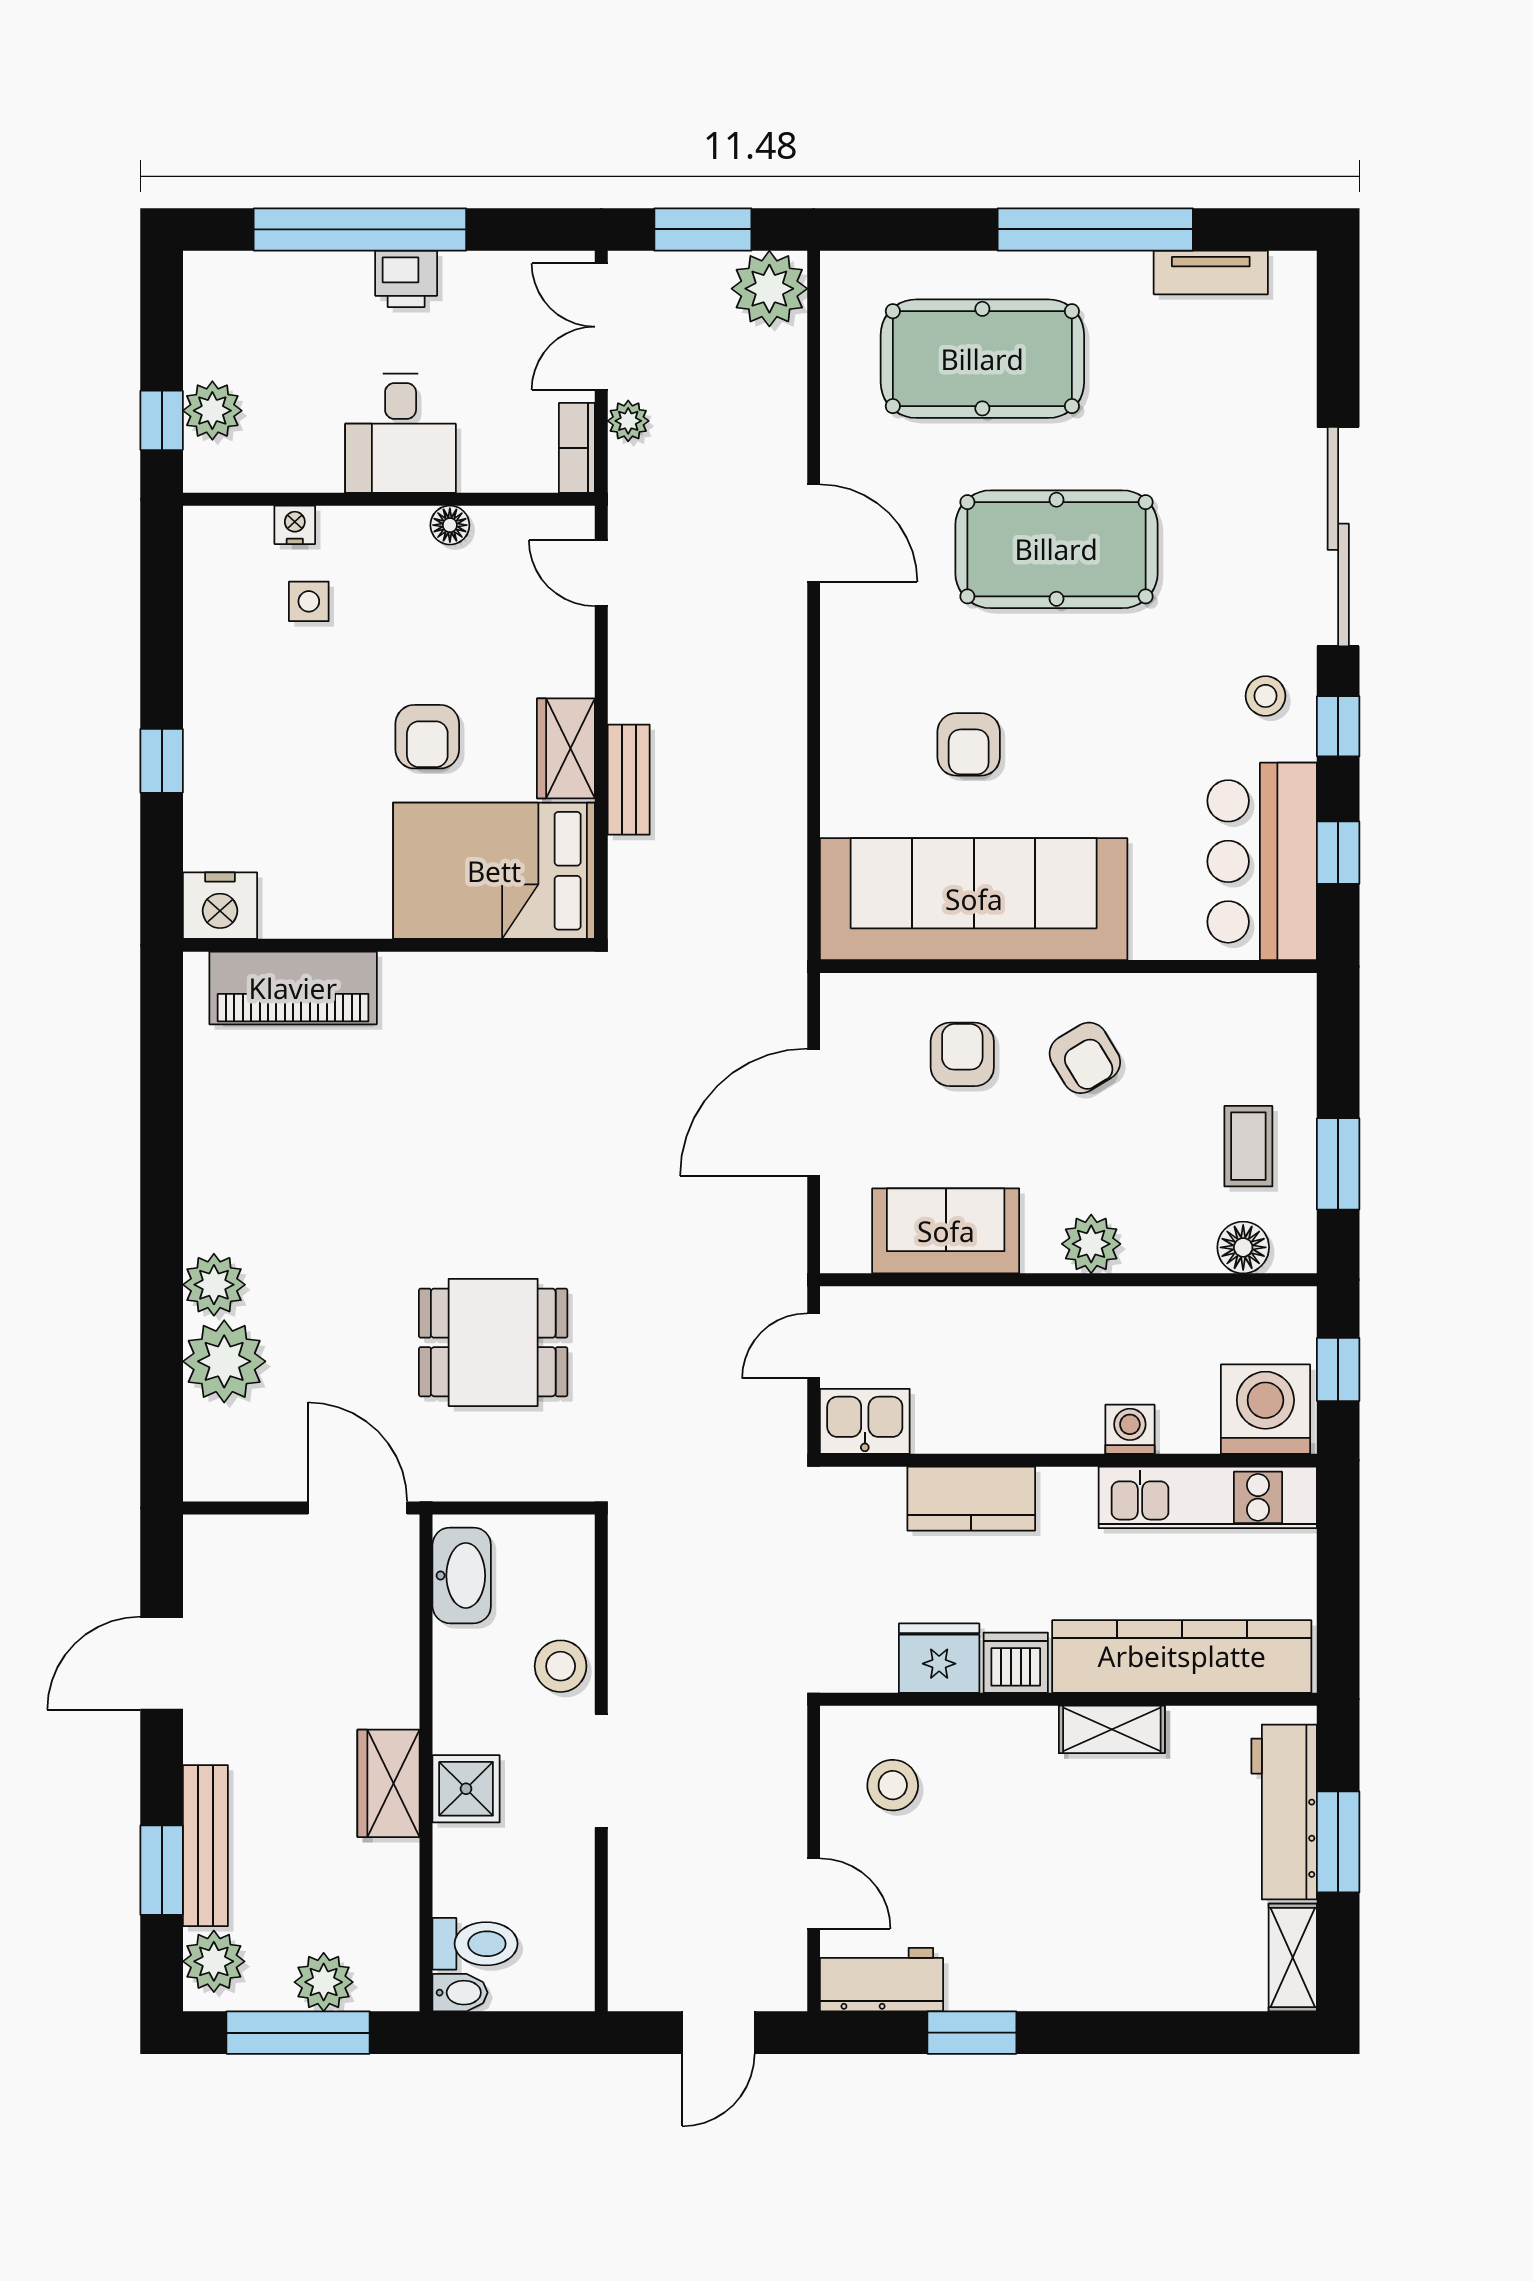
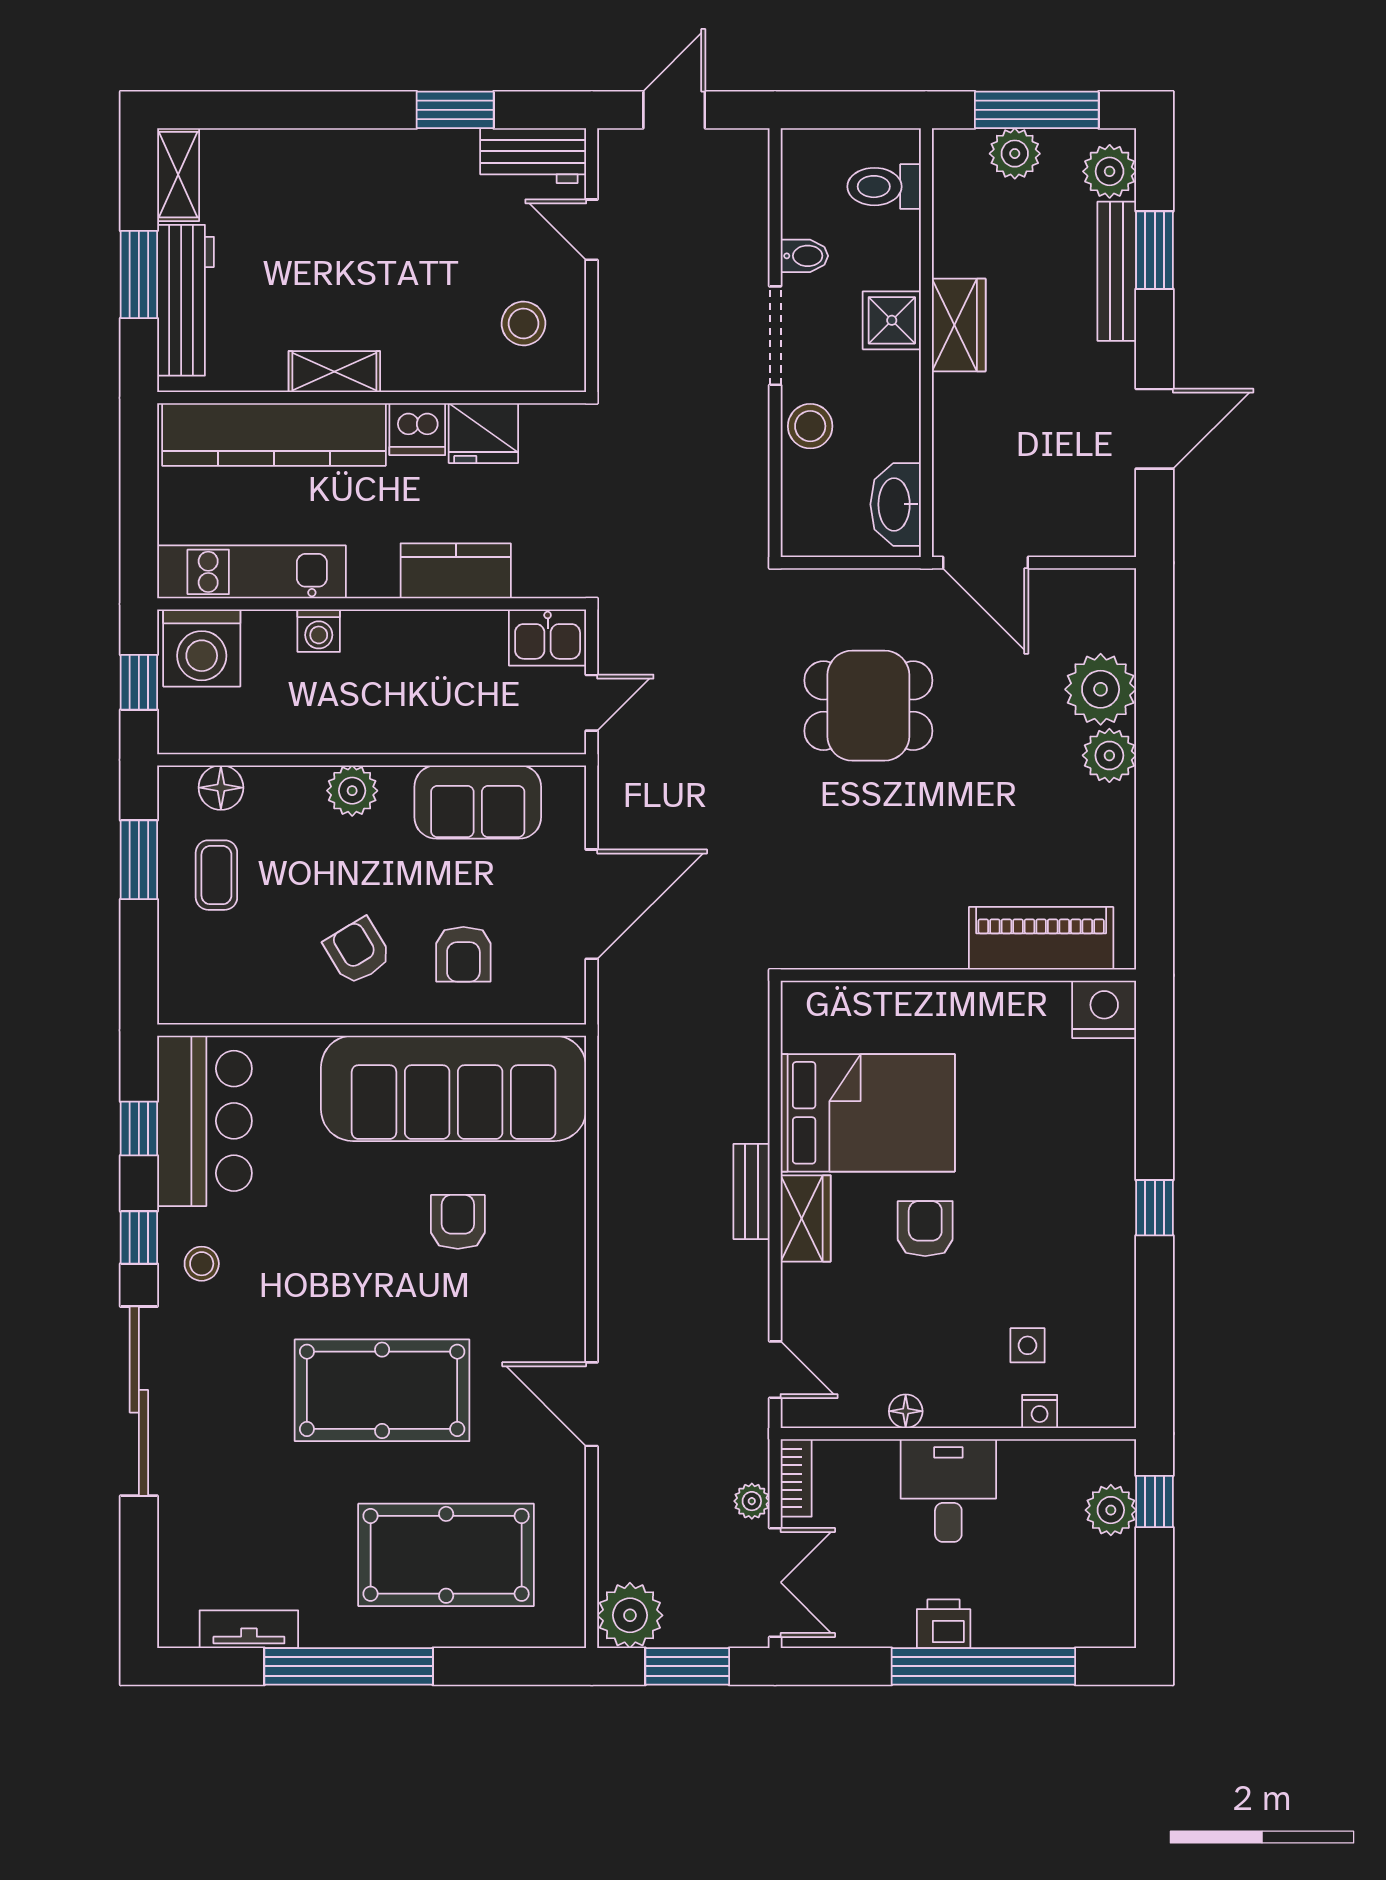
nightstand: (220, 906) -> (1104, 1009), moved
wall: (389, 945) -> (958, 975), moved
piano: (293, 988) -> (1041, 938), moved
bidet: (460, 1993) -> (804, 256), moved, turned 180

